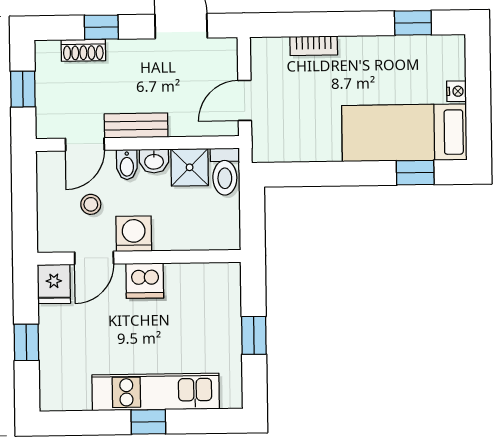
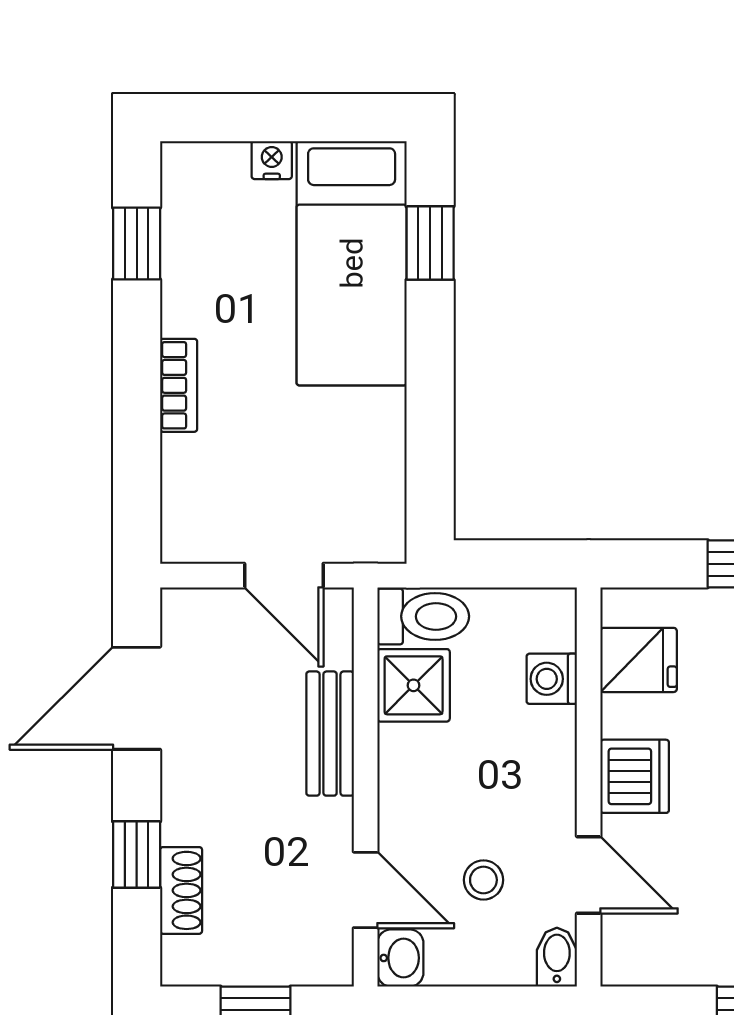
bookcase: (314, 46) -> (179, 385), moved
bench: (136, 125) -> (330, 734), moved
washbasin: (154, 161) -> (400, 958), moved
bidet: (127, 165) -> (557, 957), moved, turned -90
washing machine: (134, 234) -> (552, 679), moved, width x0.73, depth x0.73
fridge: (54, 284) -> (639, 660), moved

